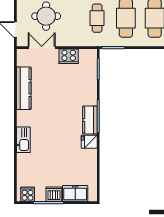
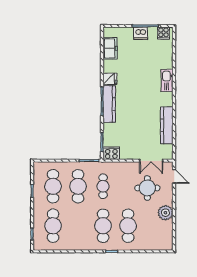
cooker: (69, 56) -> (111, 153), moved
kitchen counter: (90, 120) -> (109, 104), width x1.50
freezer: (75, 193) -> (110, 48), moved, turned -90

